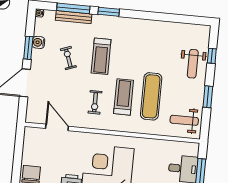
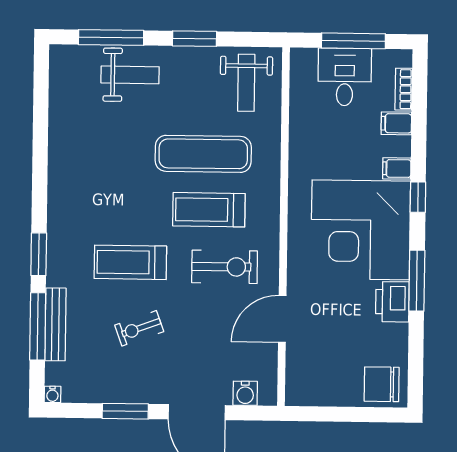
water cooler: (39, 42) -> (245, 393), moved
treadmill: (101, 56) -> (130, 262), turned 180
window: (212, 56) -> (111, 38), width x2.17
exercise bike: (95, 102) -> (225, 267), width x1.38, depth x1.39
door: (57, 127) -> (282, 319), moved

